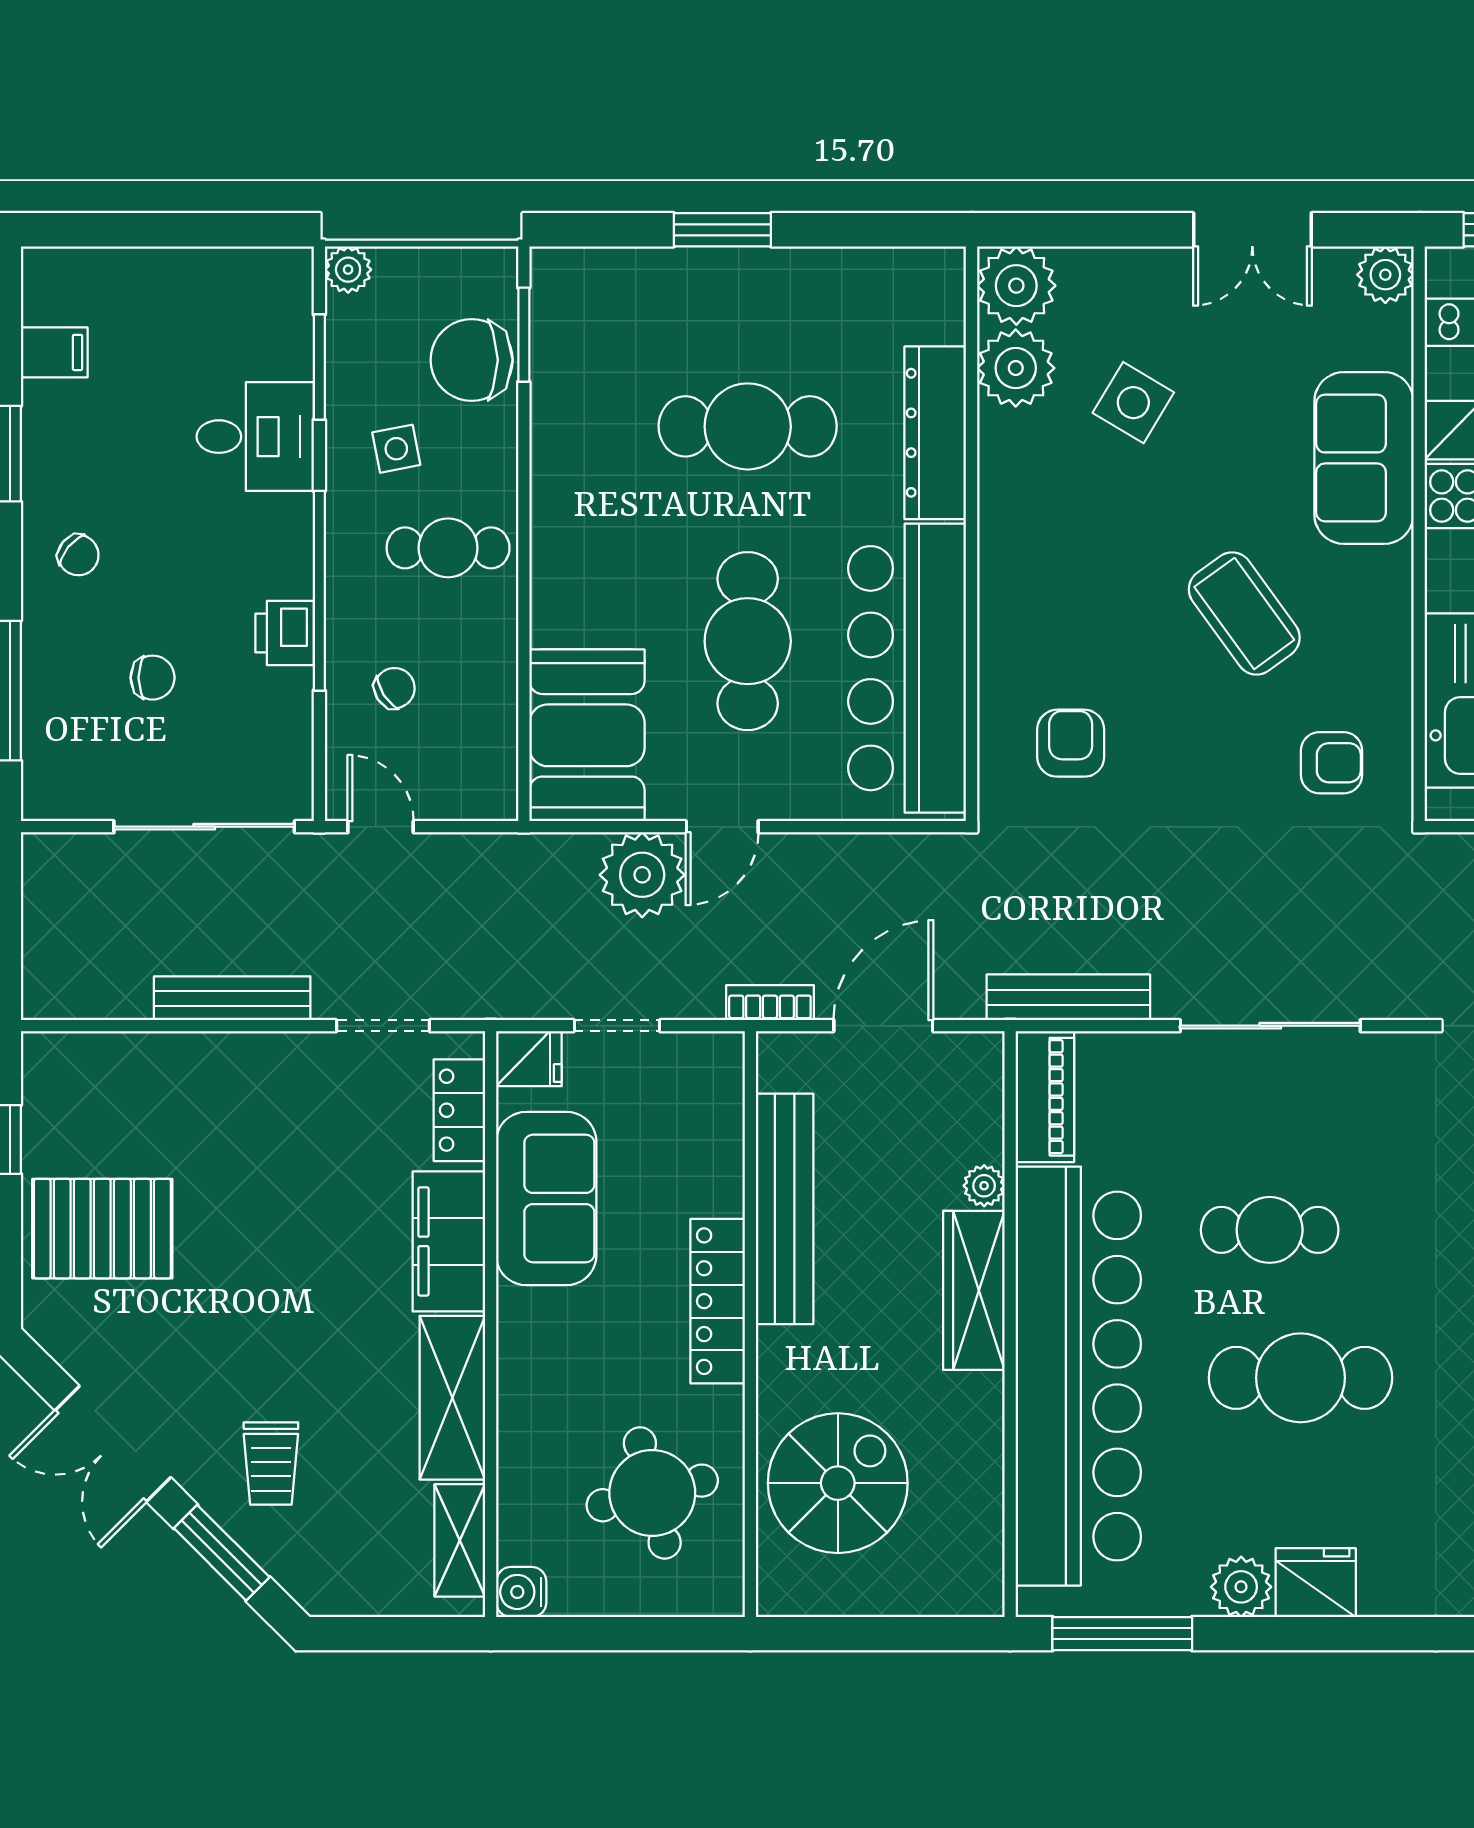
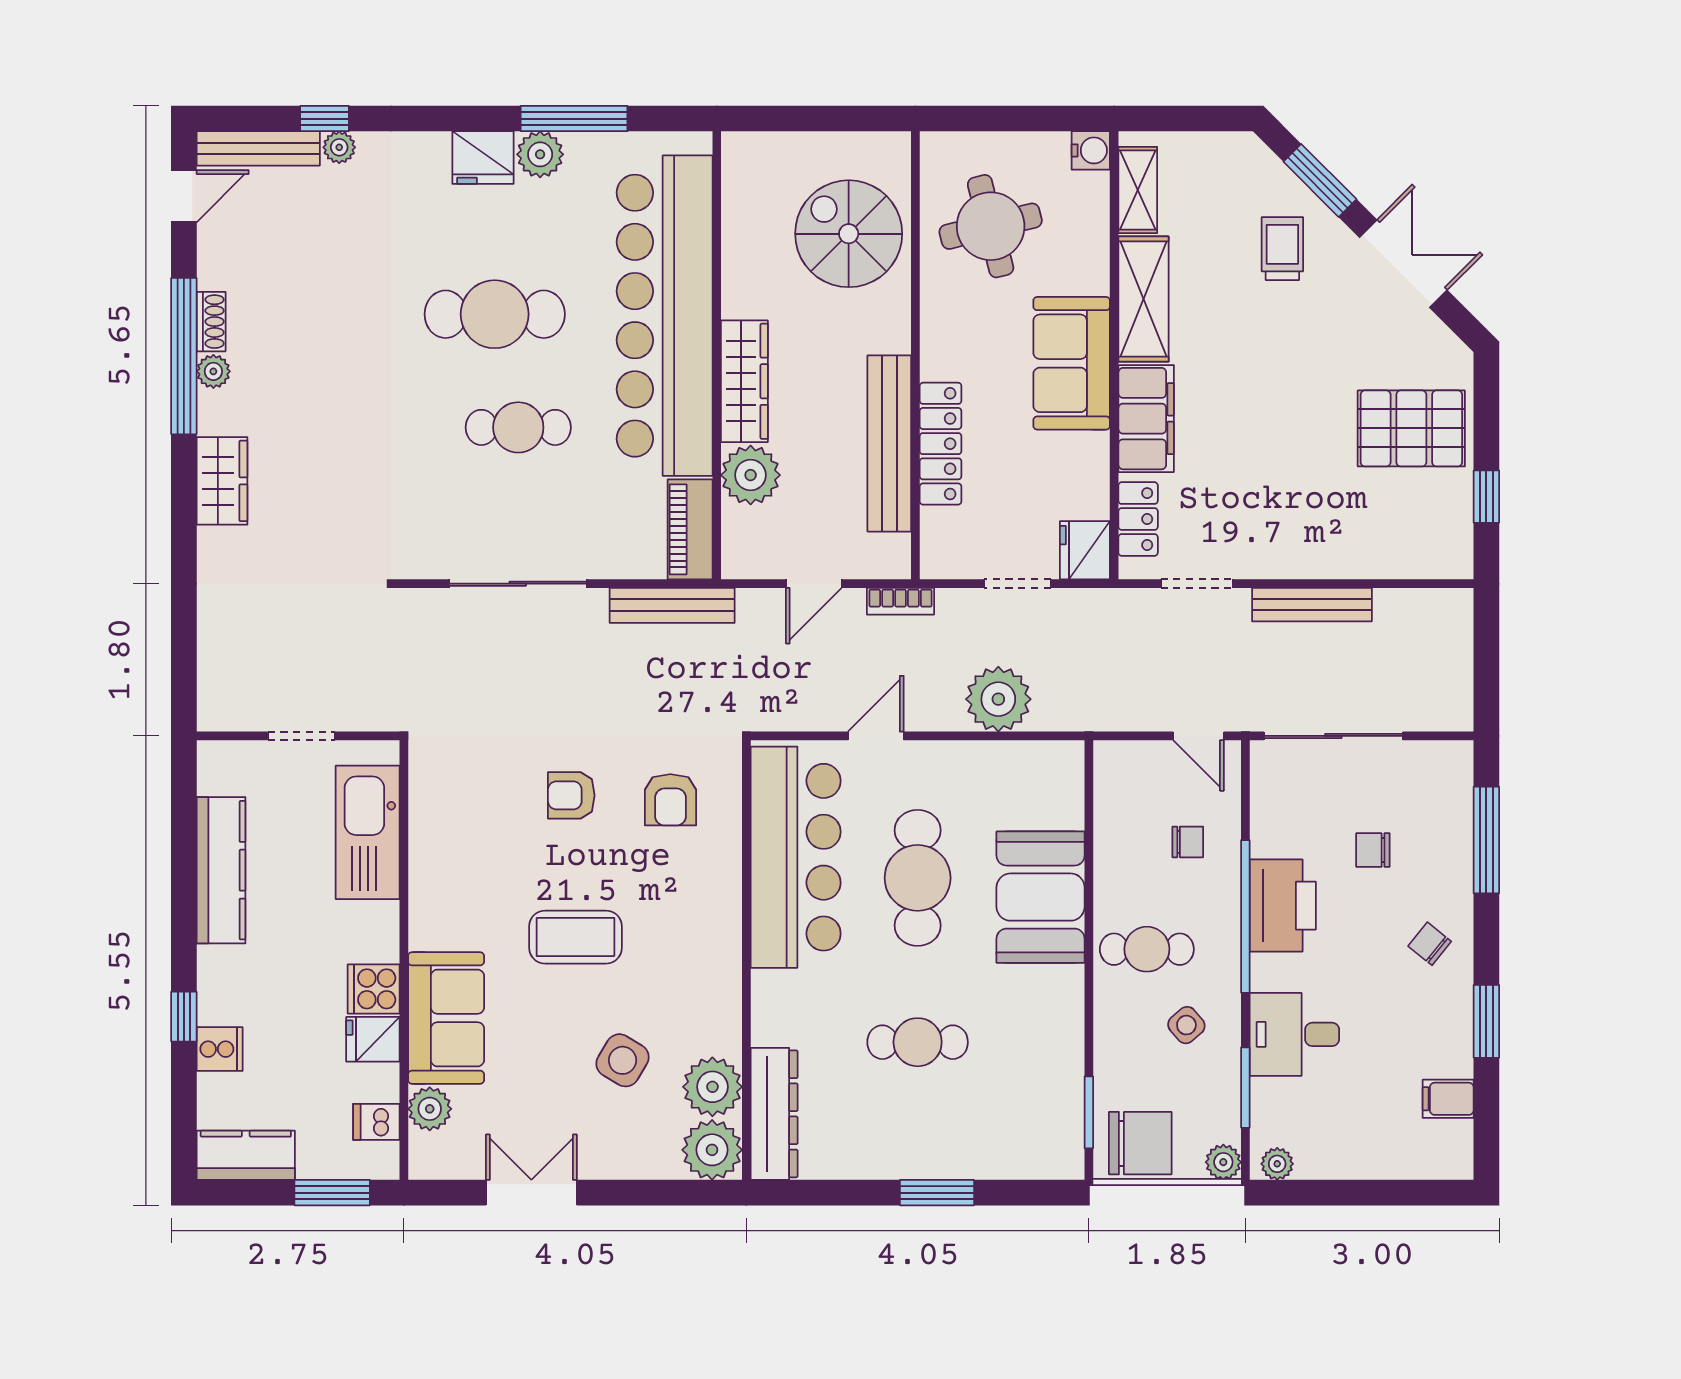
plant: (278, 267) -> (1277, 1164), added
plant: (1385, 275) -> (430, 1109), moved
chair: (472, 360) -> (1140, 1143), moved
cafe table: (748, 426) -> (918, 1042), width x0.73, depth x0.74
dresser: (935, 433) -> (774, 1114), moved
side table: (396, 449) -> (1186, 1025), turned -30
coffee table: (1244, 613) -> (575, 937), moved, turned -54
printer: (285, 633) -> (1283, 906), width x1.87, depth x1.48
chair: (394, 688) -> (1188, 842), turned -147
booth: (587, 735) -> (1041, 897), moved
armchair: (1331, 763) -> (571, 795), moved
door: (722, 827) -> (876, 736), moved
door: (883, 1026) -> (814, 584), width x0.73
fridge: (529, 1059) -> (1085, 550), width x1.38
plant: (984, 1186) -> (751, 475), width x1.87, depth x1.87
sofa: (546, 1198) -> (1072, 363), moved
locker: (718, 1301) -> (941, 444), moved
spiral stairs: (838, 1483) -> (849, 234), turned 90
window: (1122, 1634) -> (574, 119), moved

